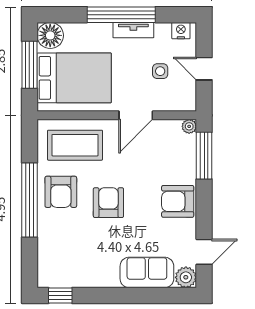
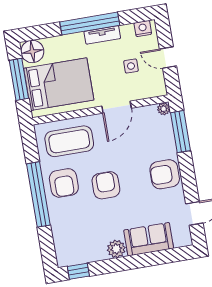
plant: (186, 277) -> (116, 249), moved

